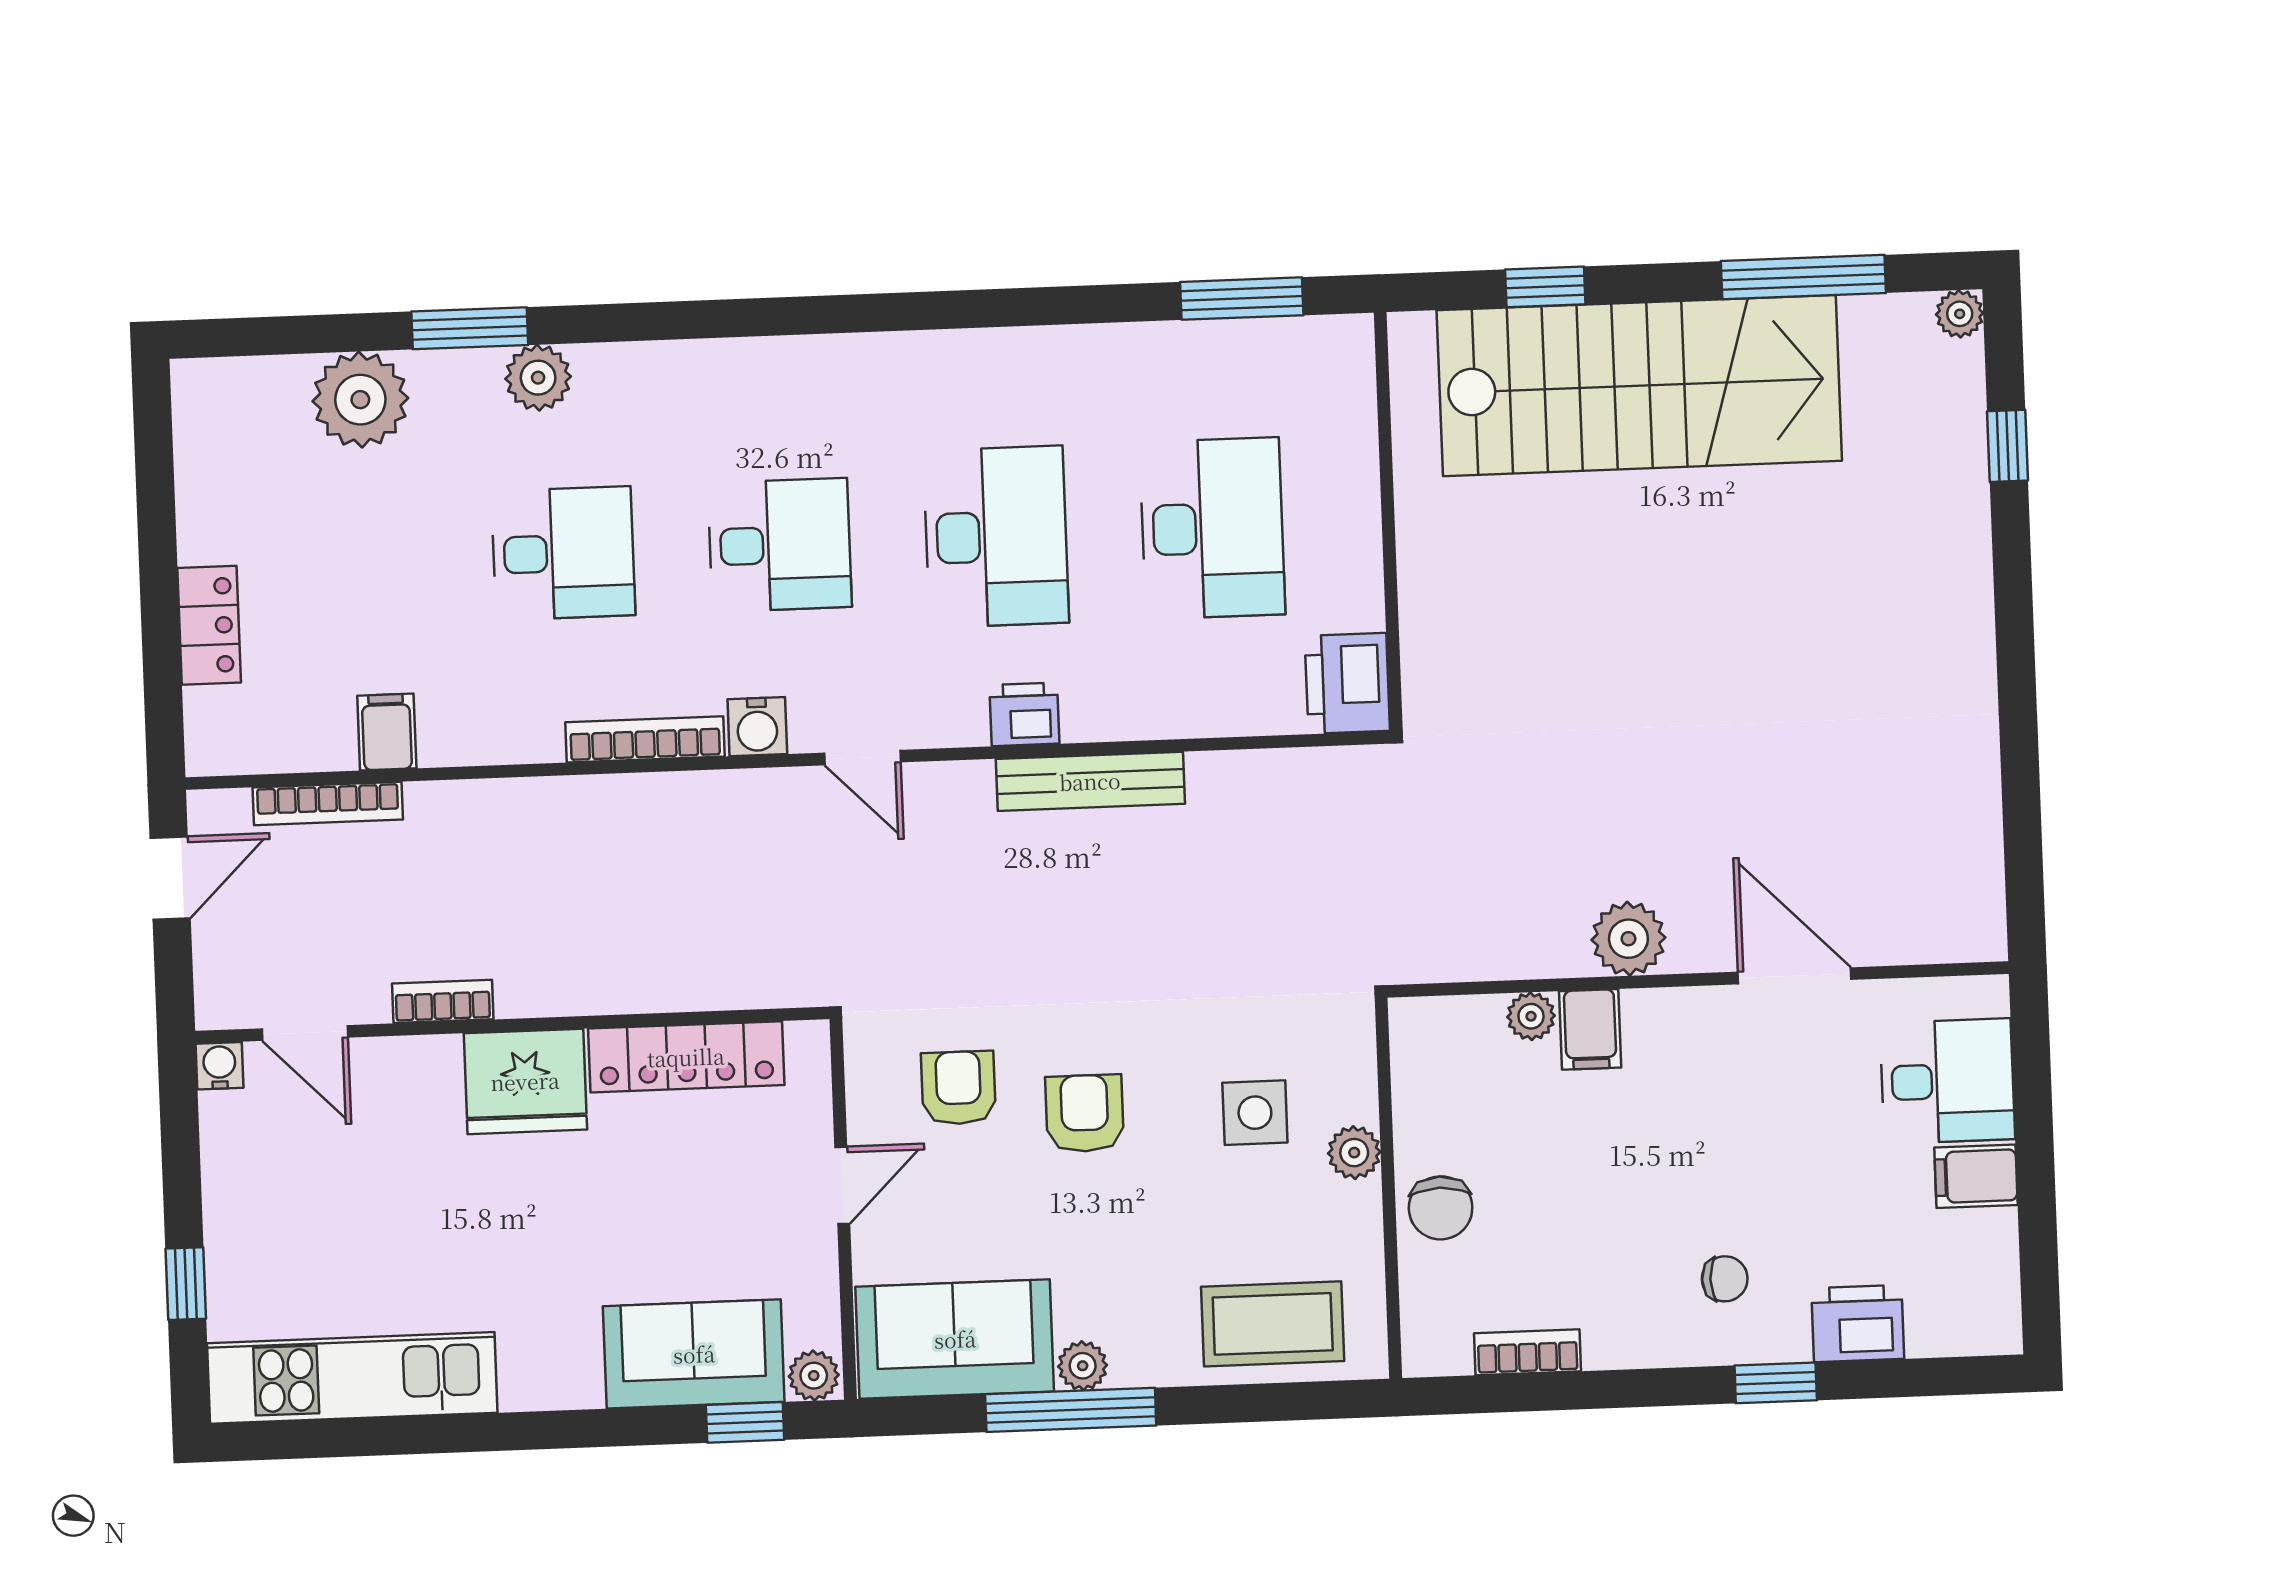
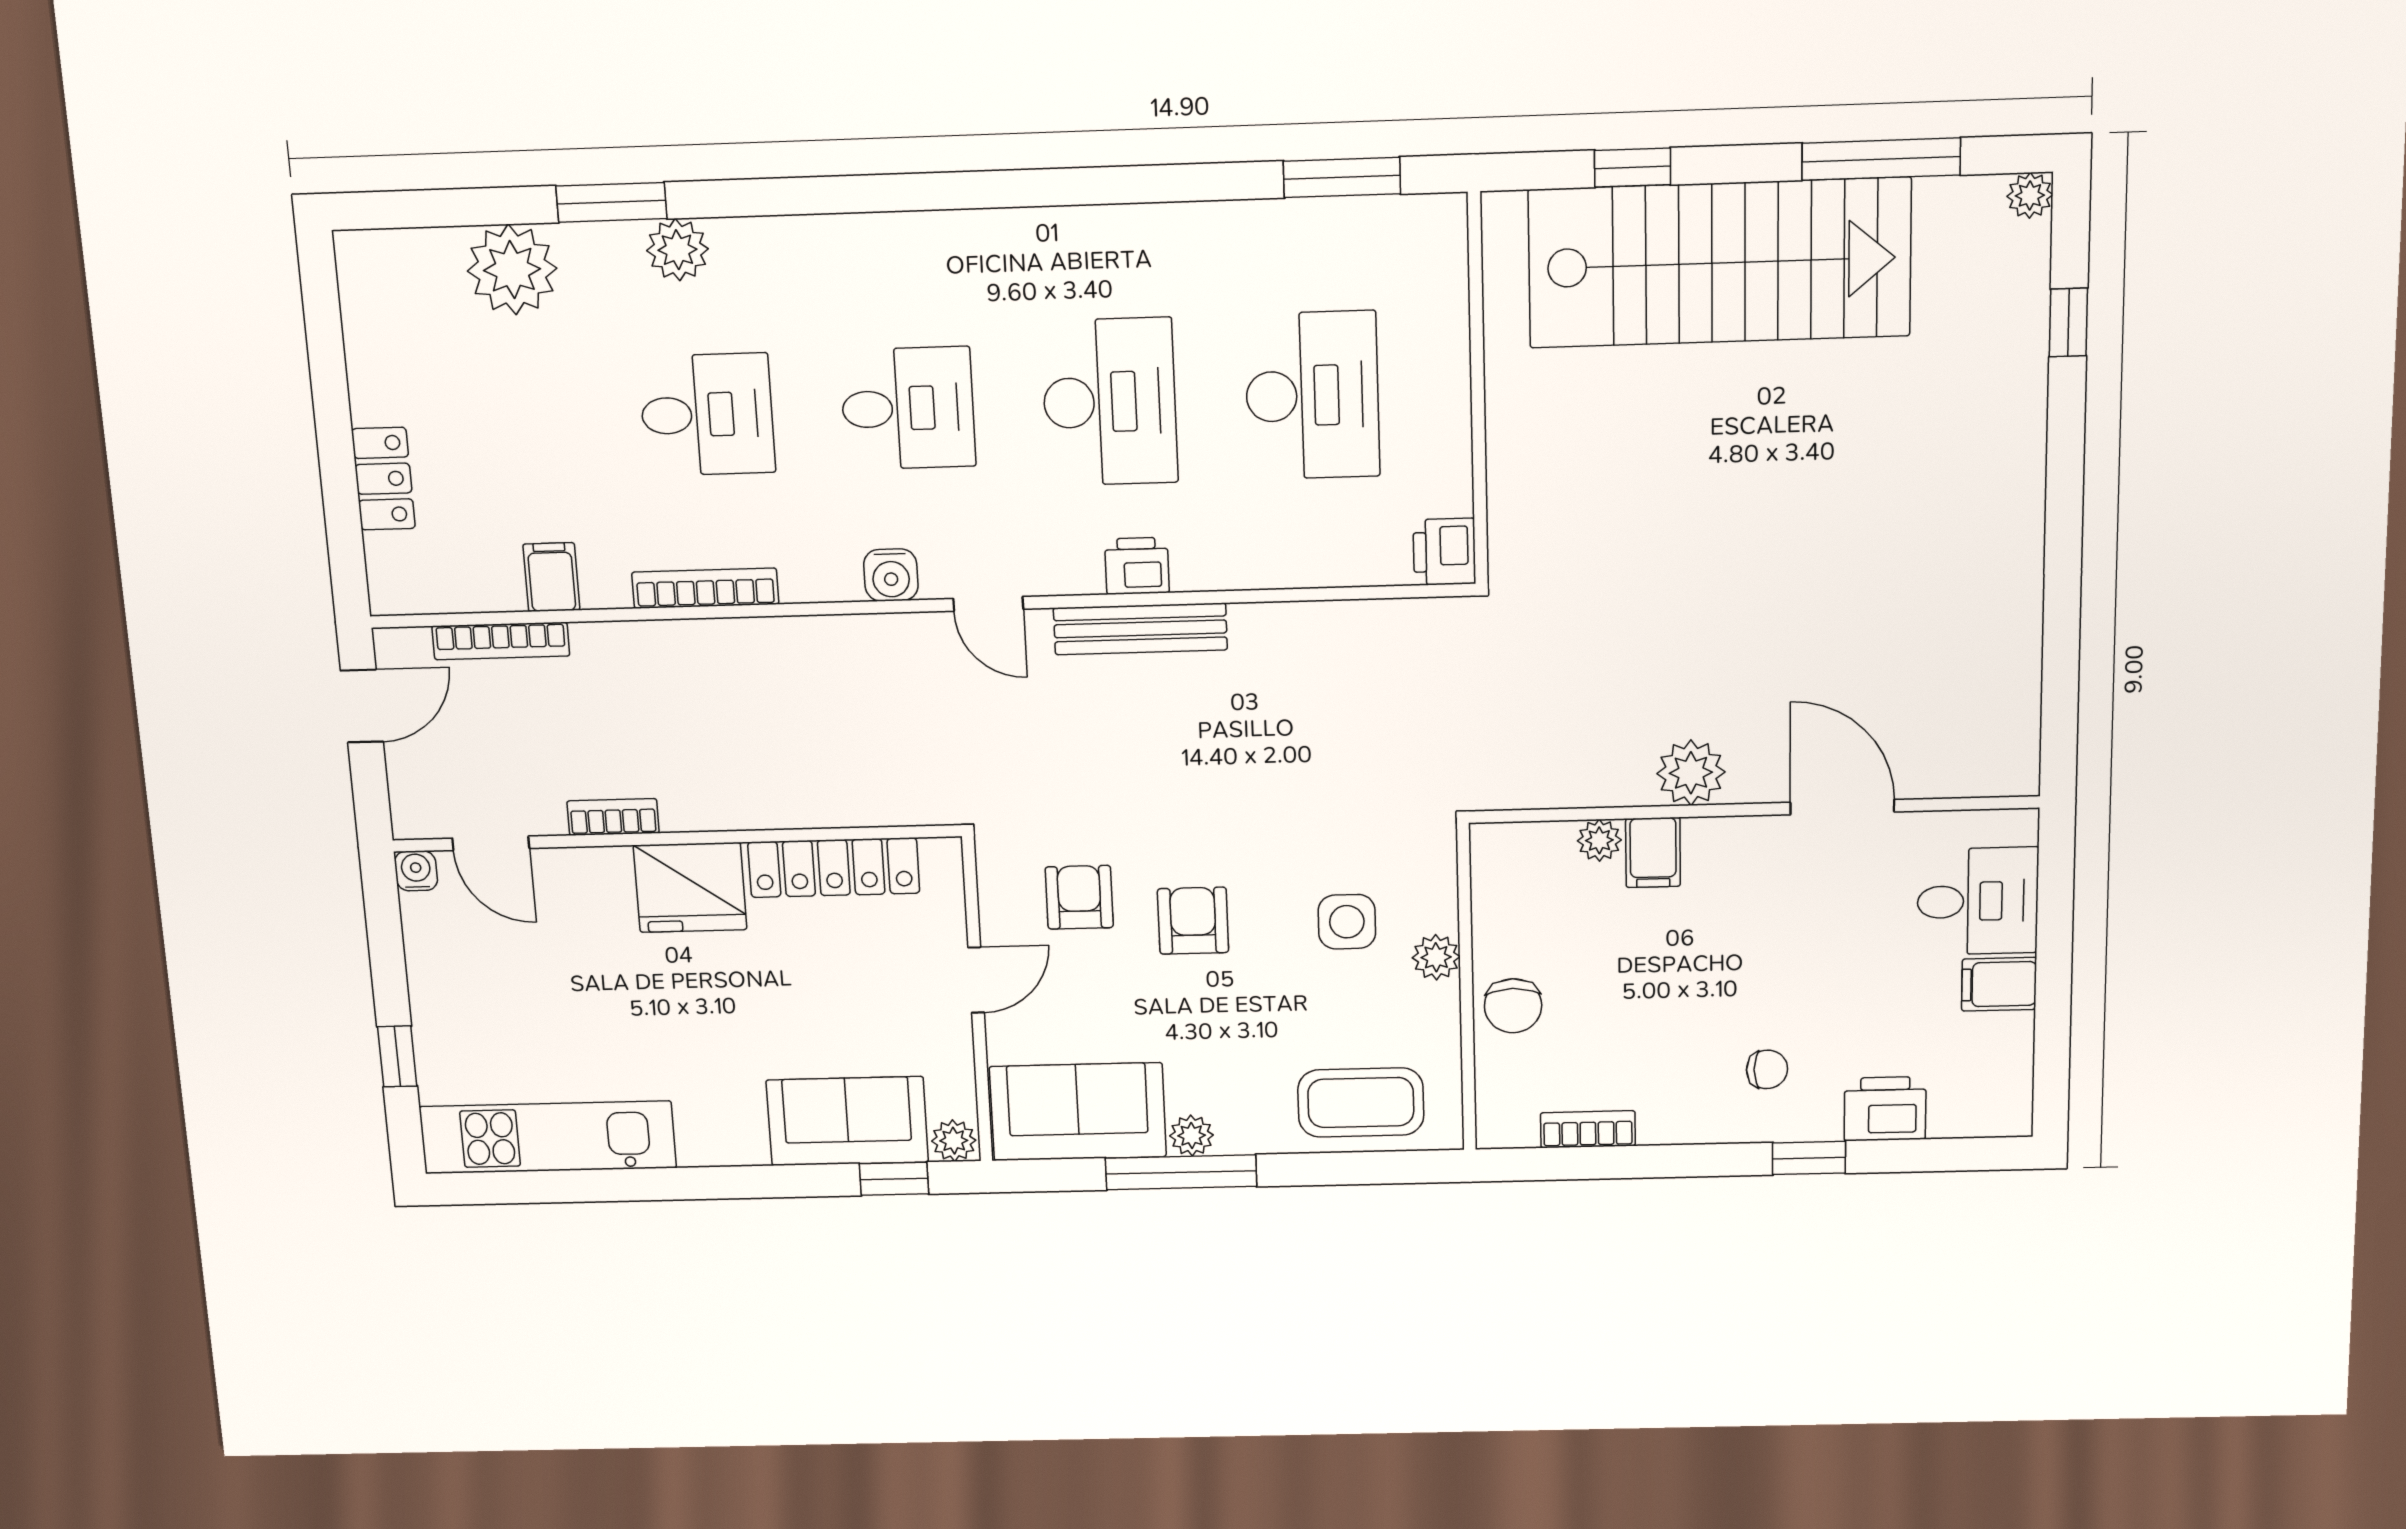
printer: (1347, 683) -> (1444, 552), width x0.73, depth x0.81
bookcase: (645, 739) -> (705, 588), moved
bench: (1090, 781) -> (1140, 629), moved

